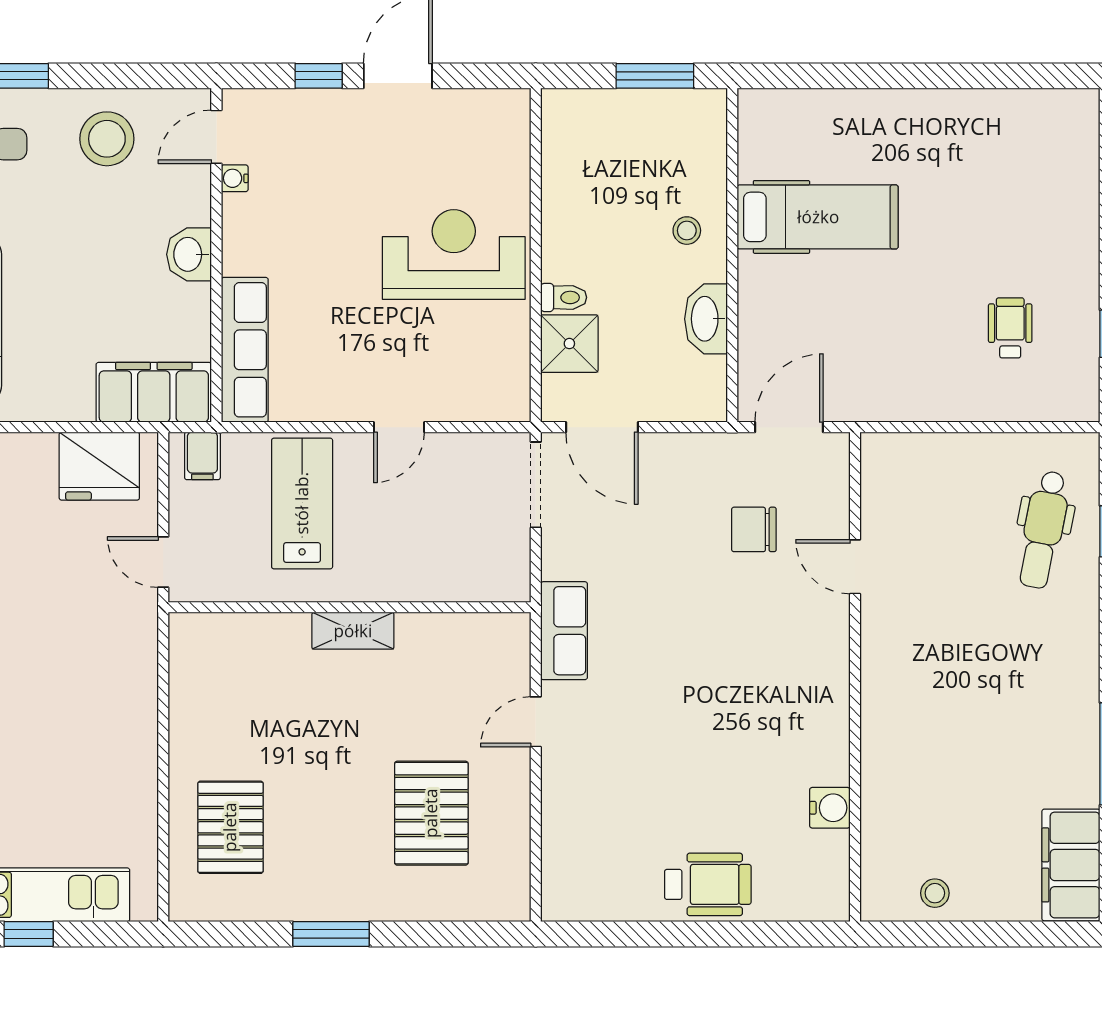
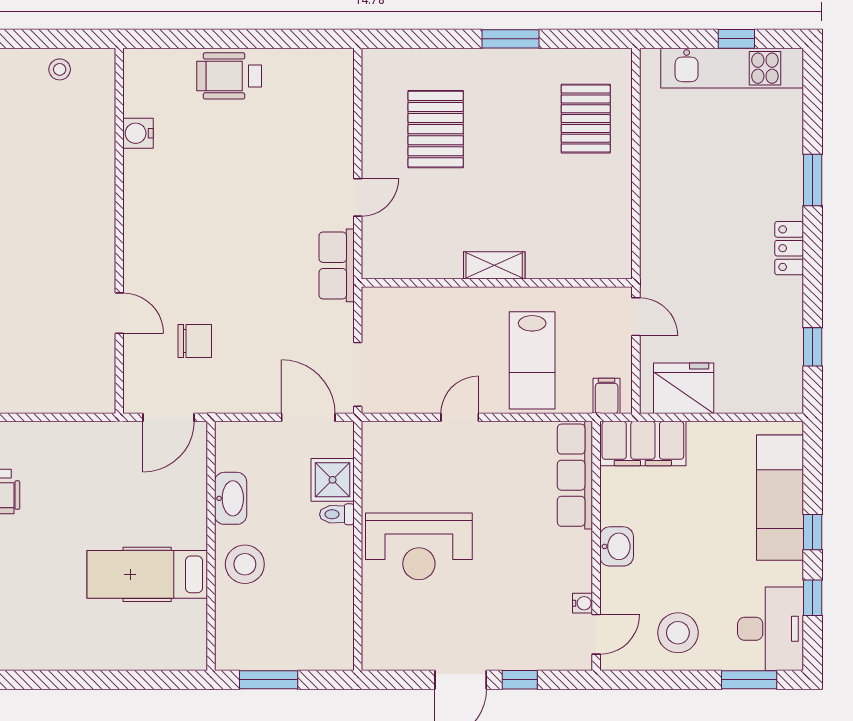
stool: (687, 231) -> (245, 564), width x1.89, depth x1.89

